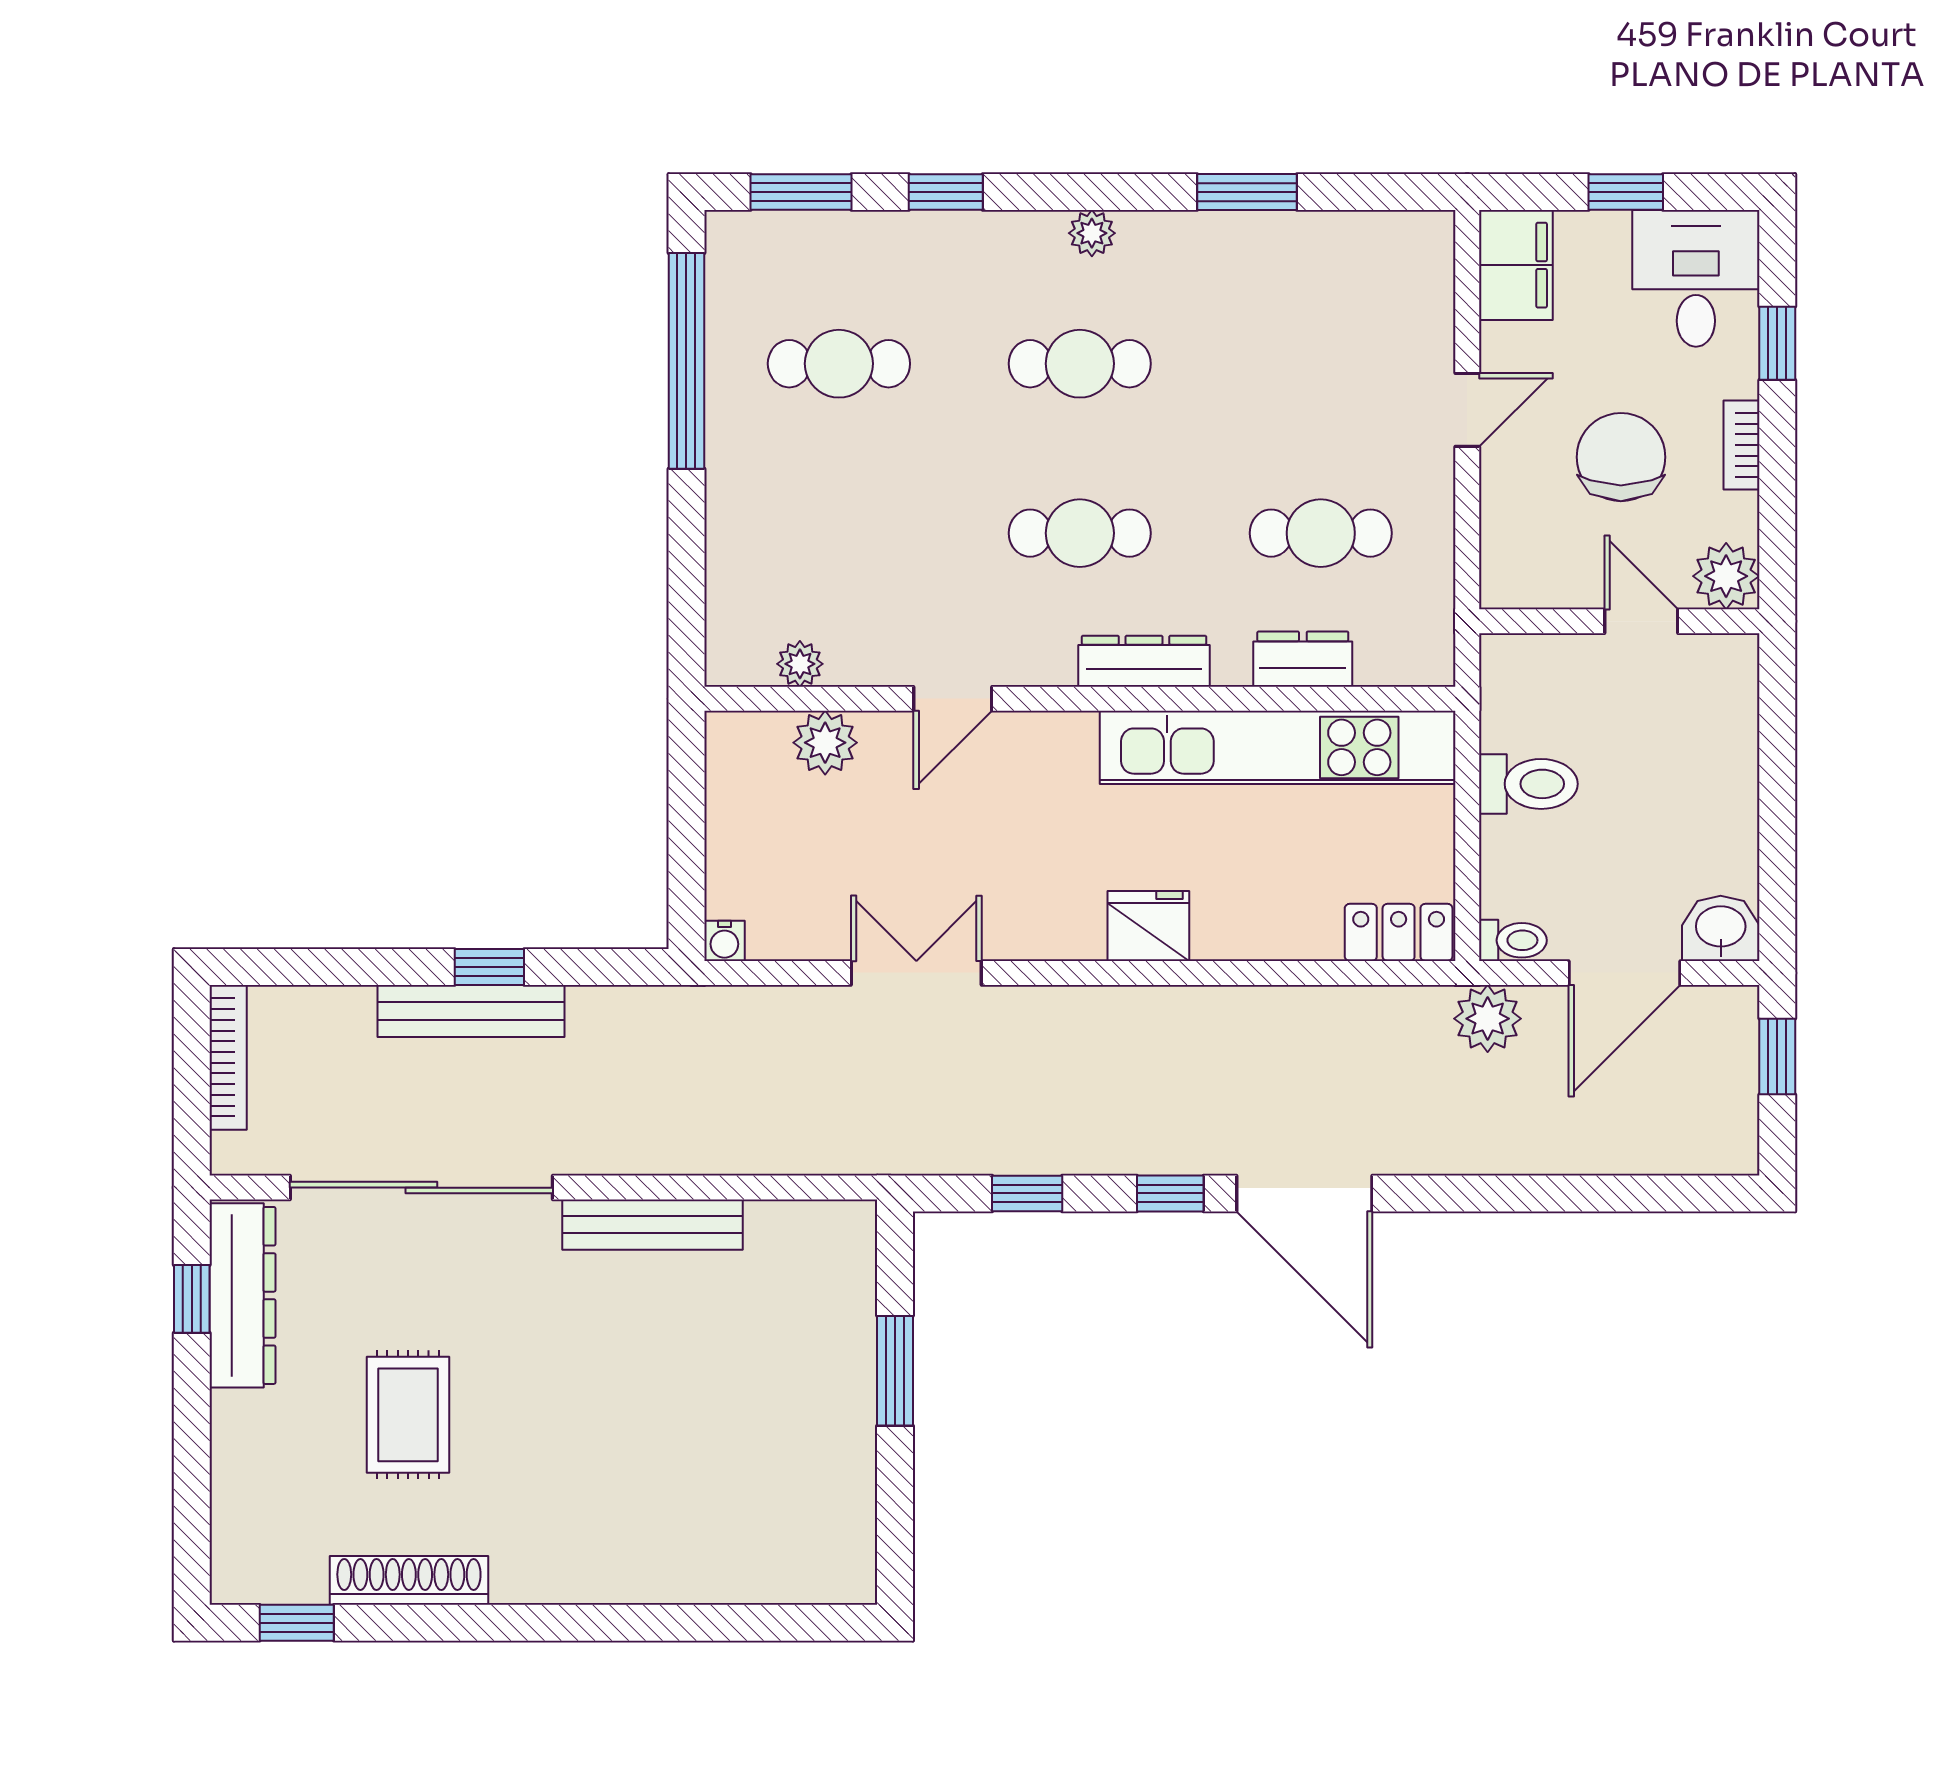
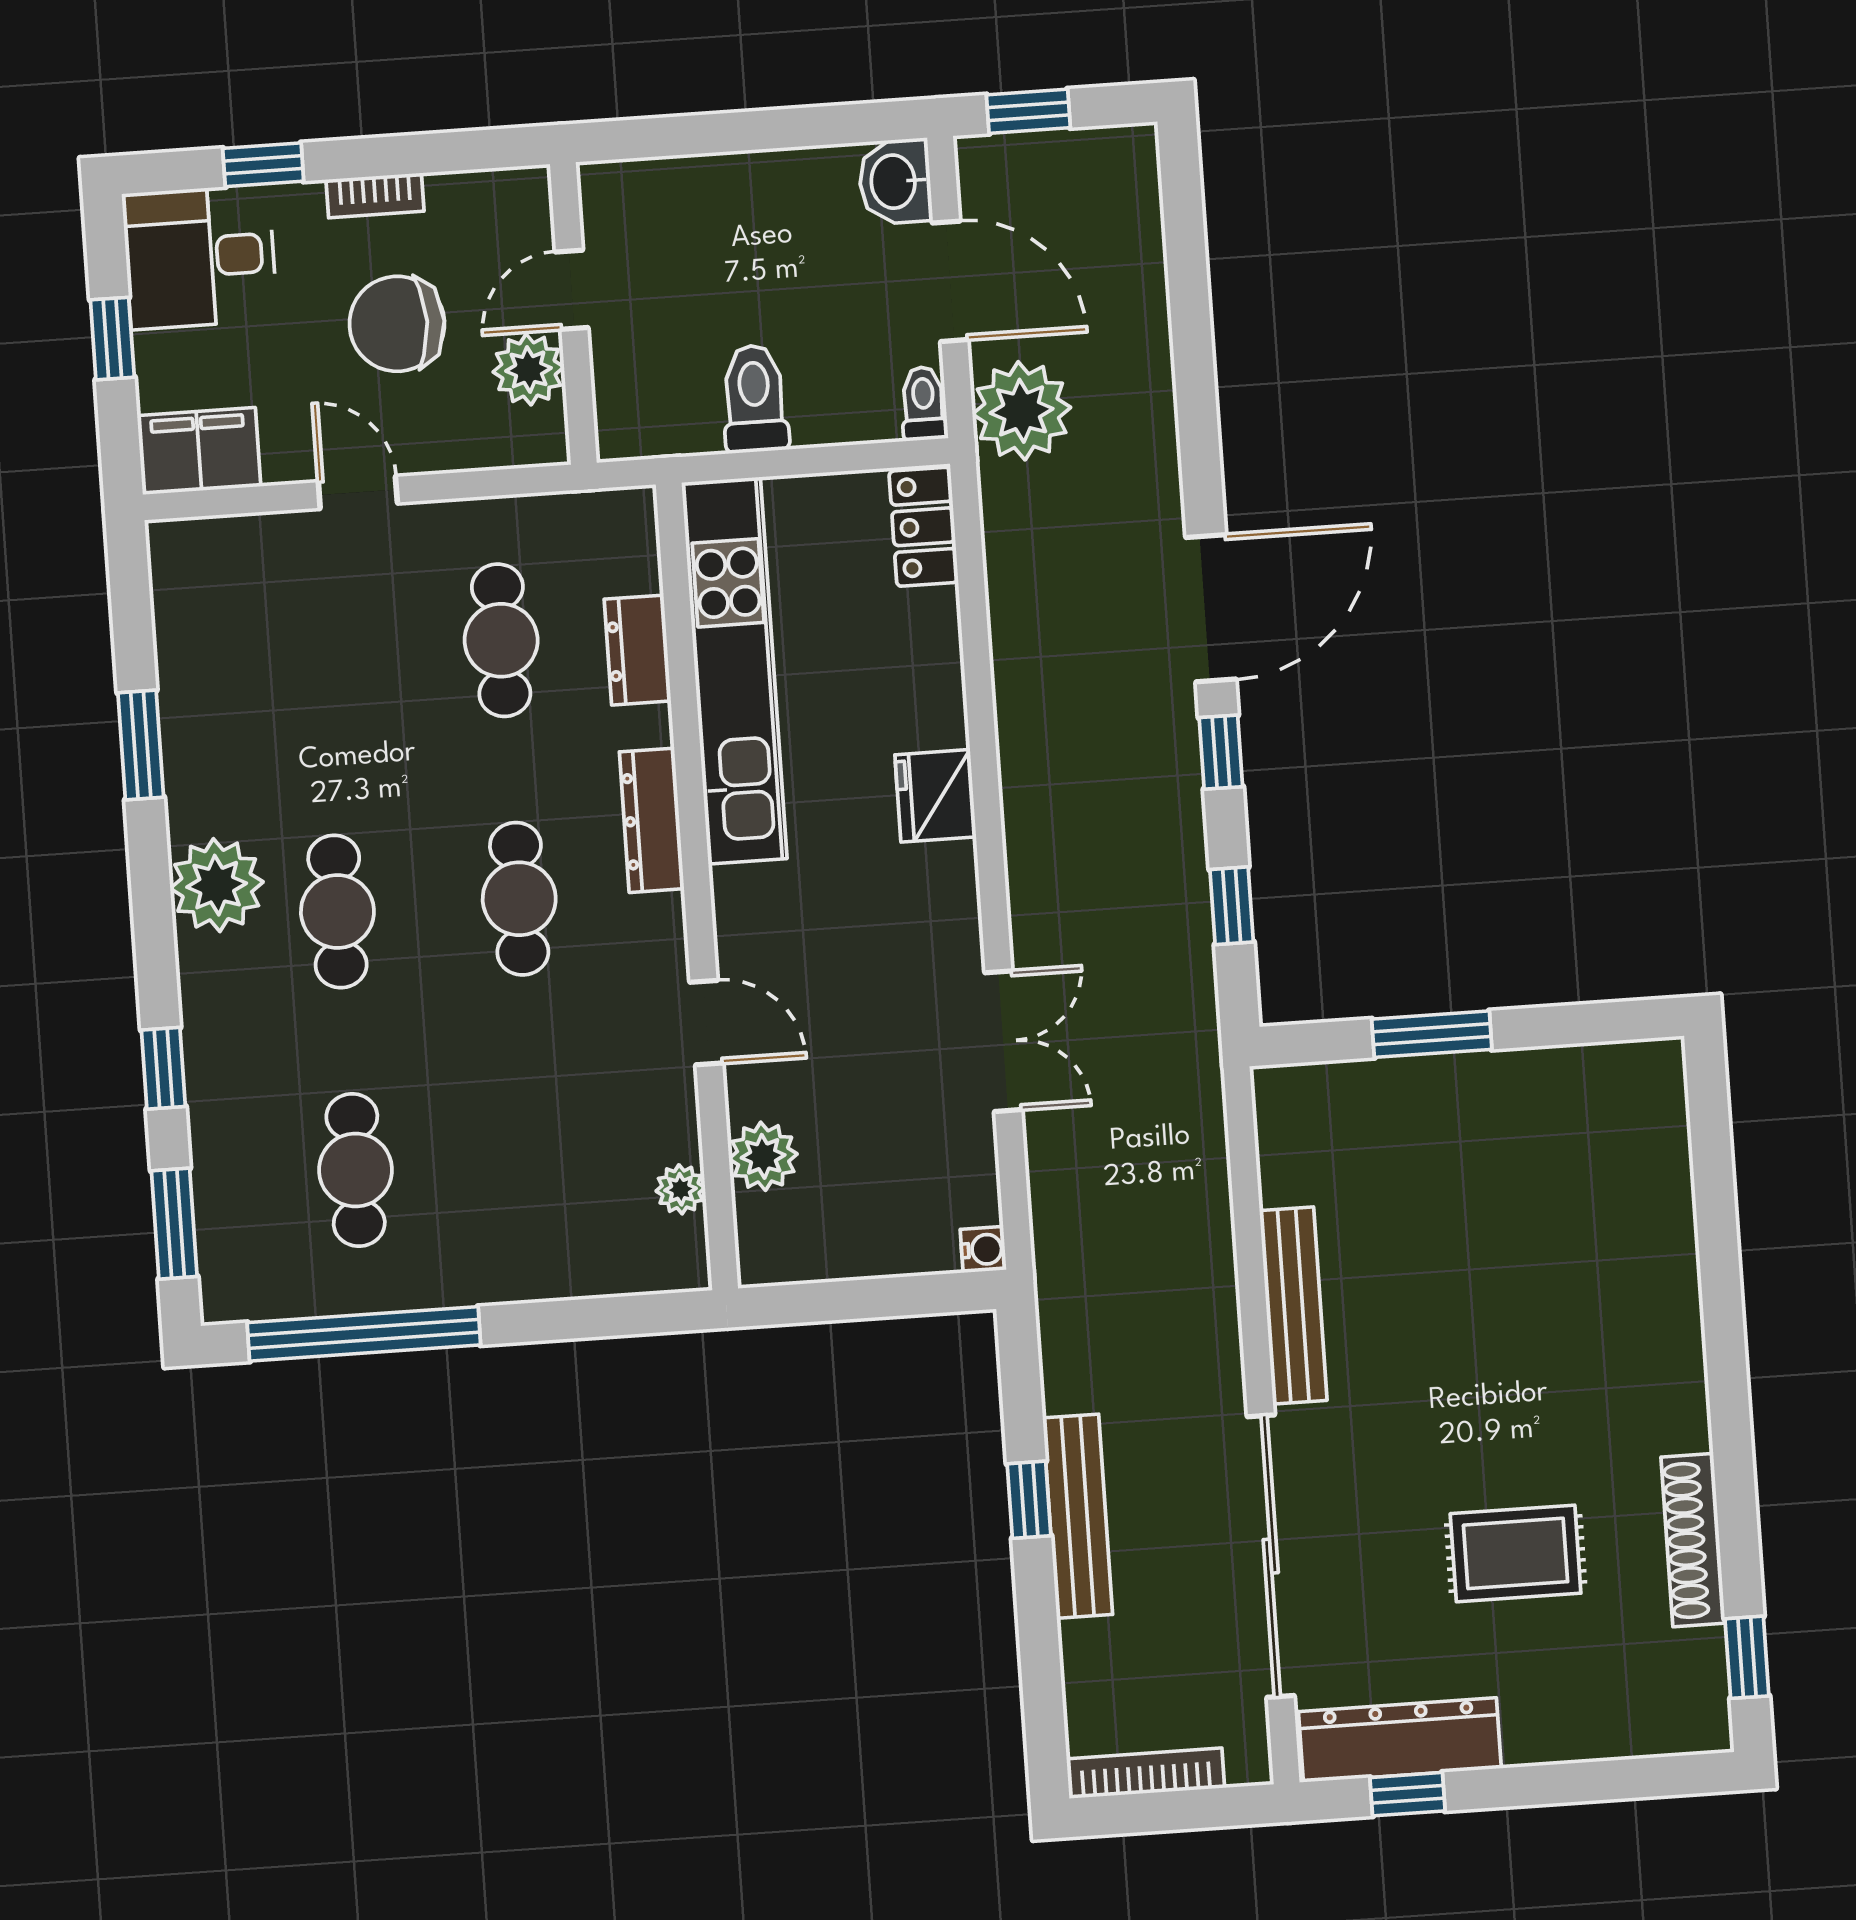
plant: (1092, 233) -> (217, 885), width x1.87, depth x1.87
plant: (1726, 576) -> (529, 369), moved
double door: (916, 973) -> (1003, 1041), swing flipped
plant: (1488, 1019) -> (1022, 411), width x1.36, depth x1.36

